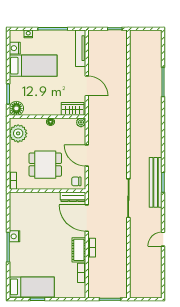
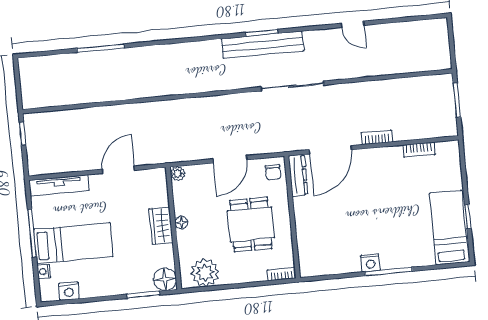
bed: (33, 66) -> (73, 243), moved, turned 90
wardrobe: (73, 109) -> (161, 226), moved
cot: (79, 250) -> (382, 158), removed

